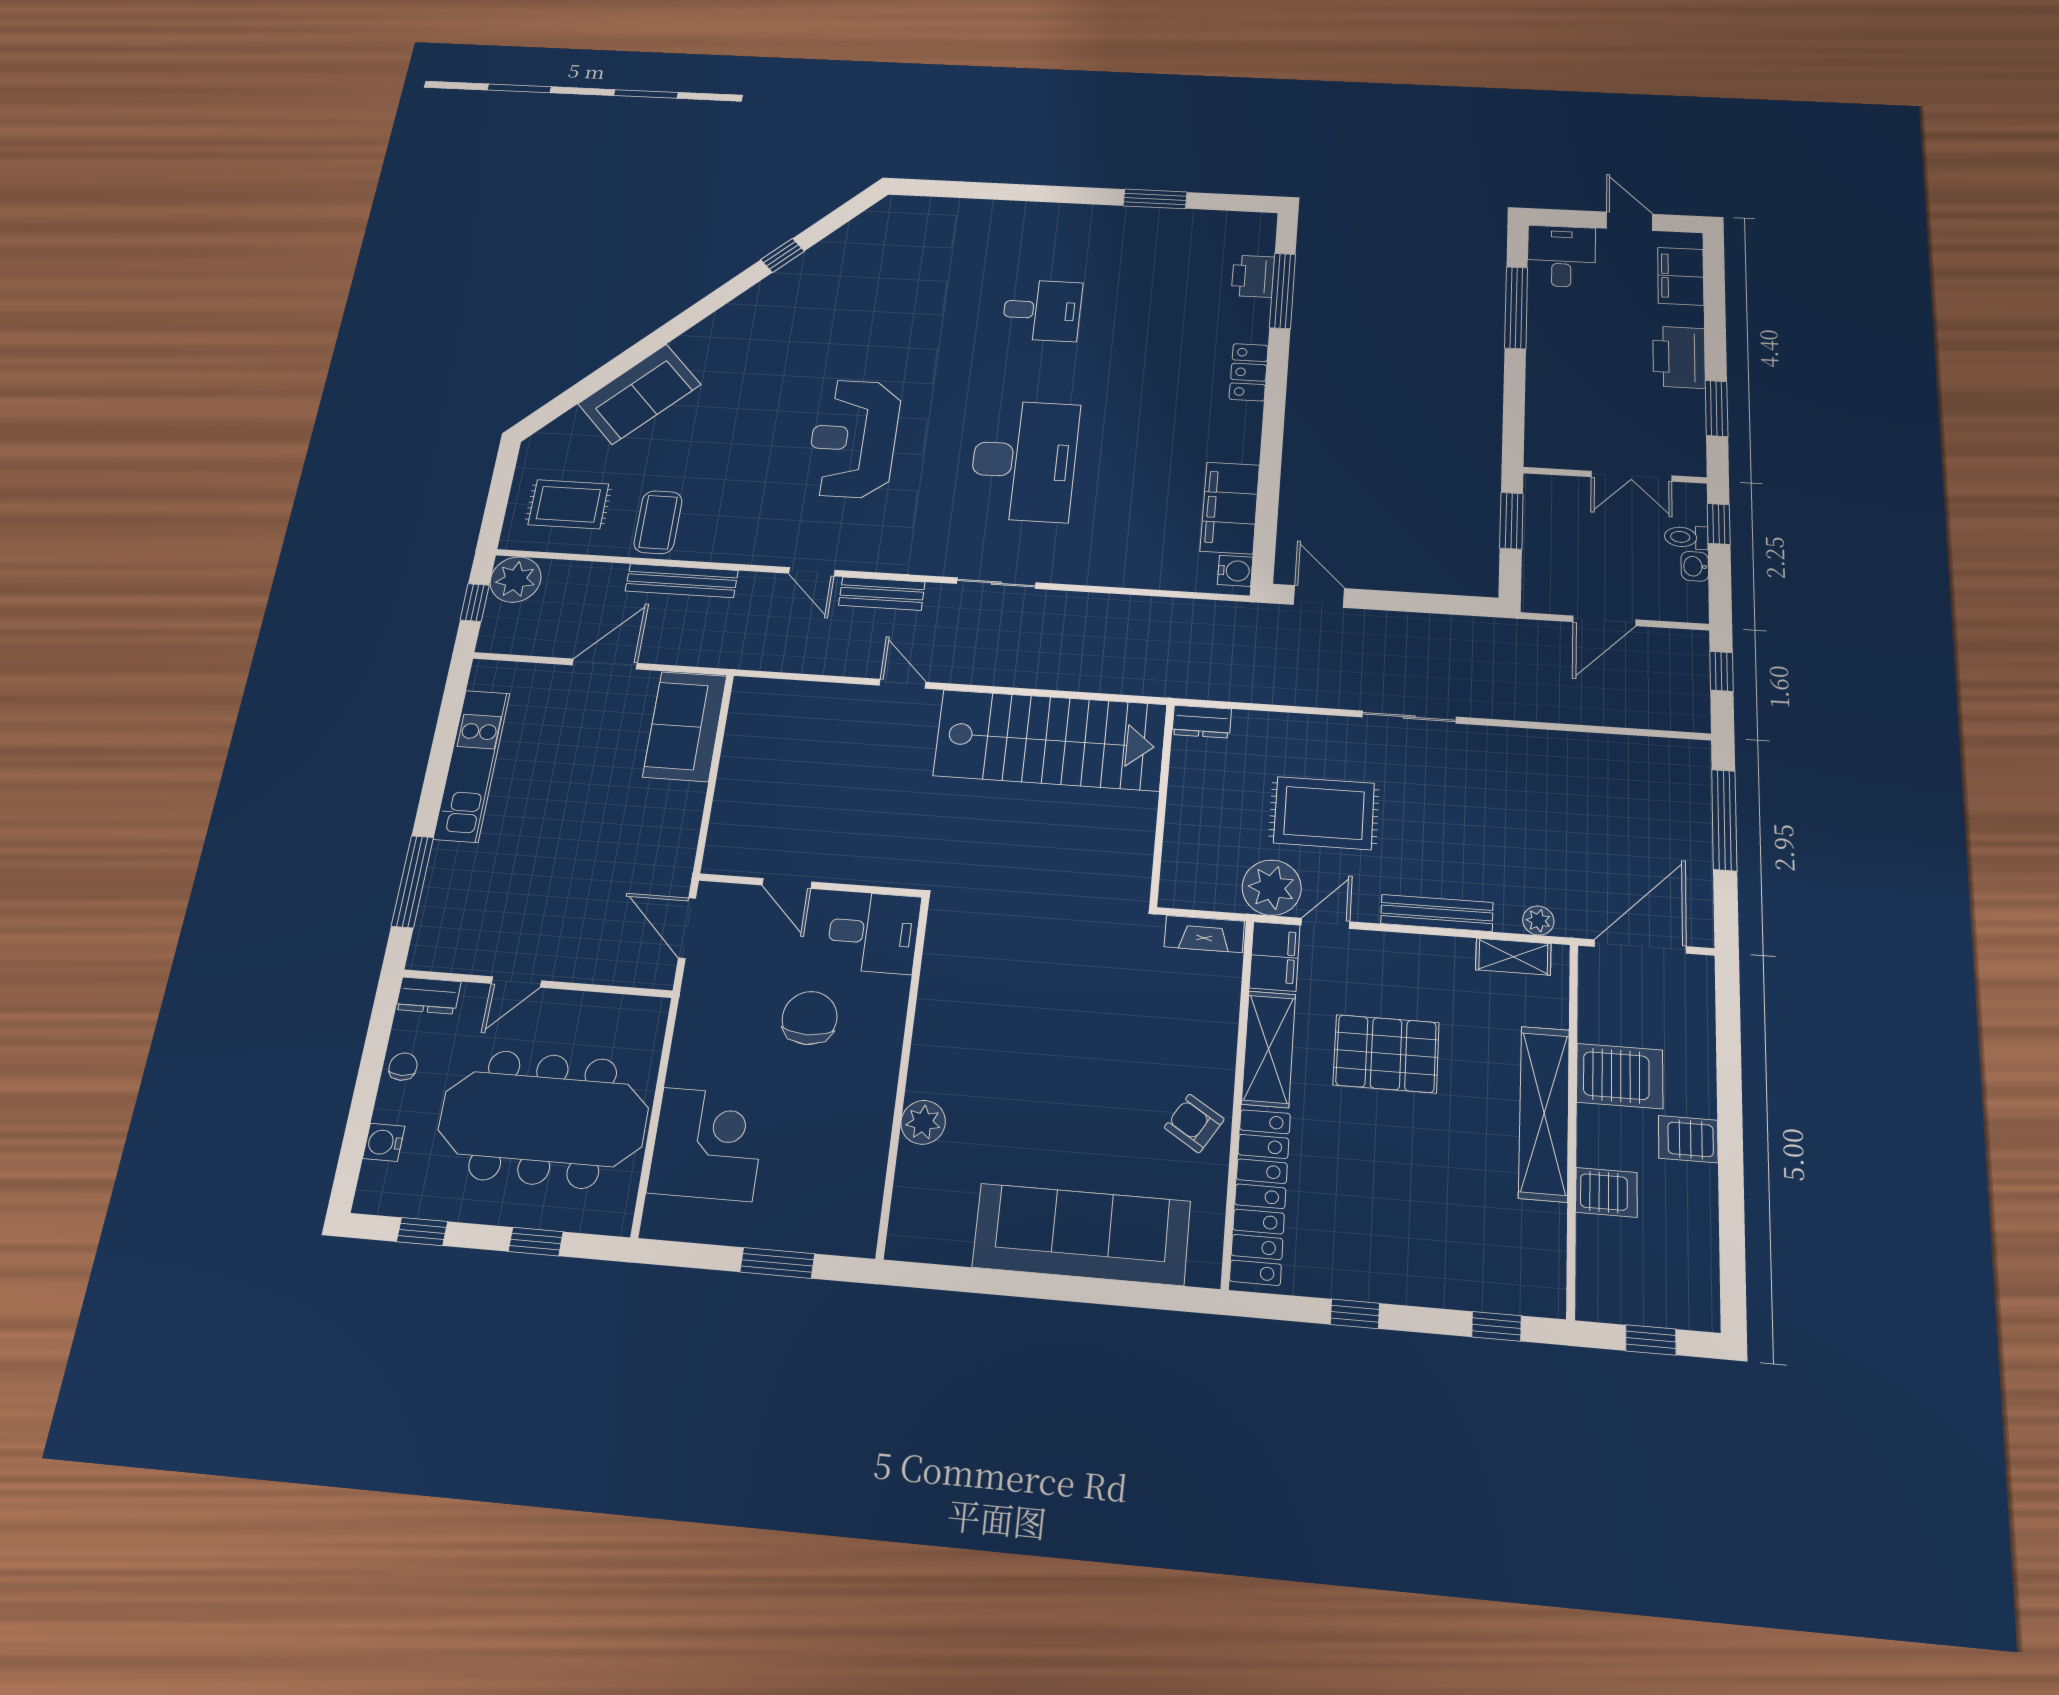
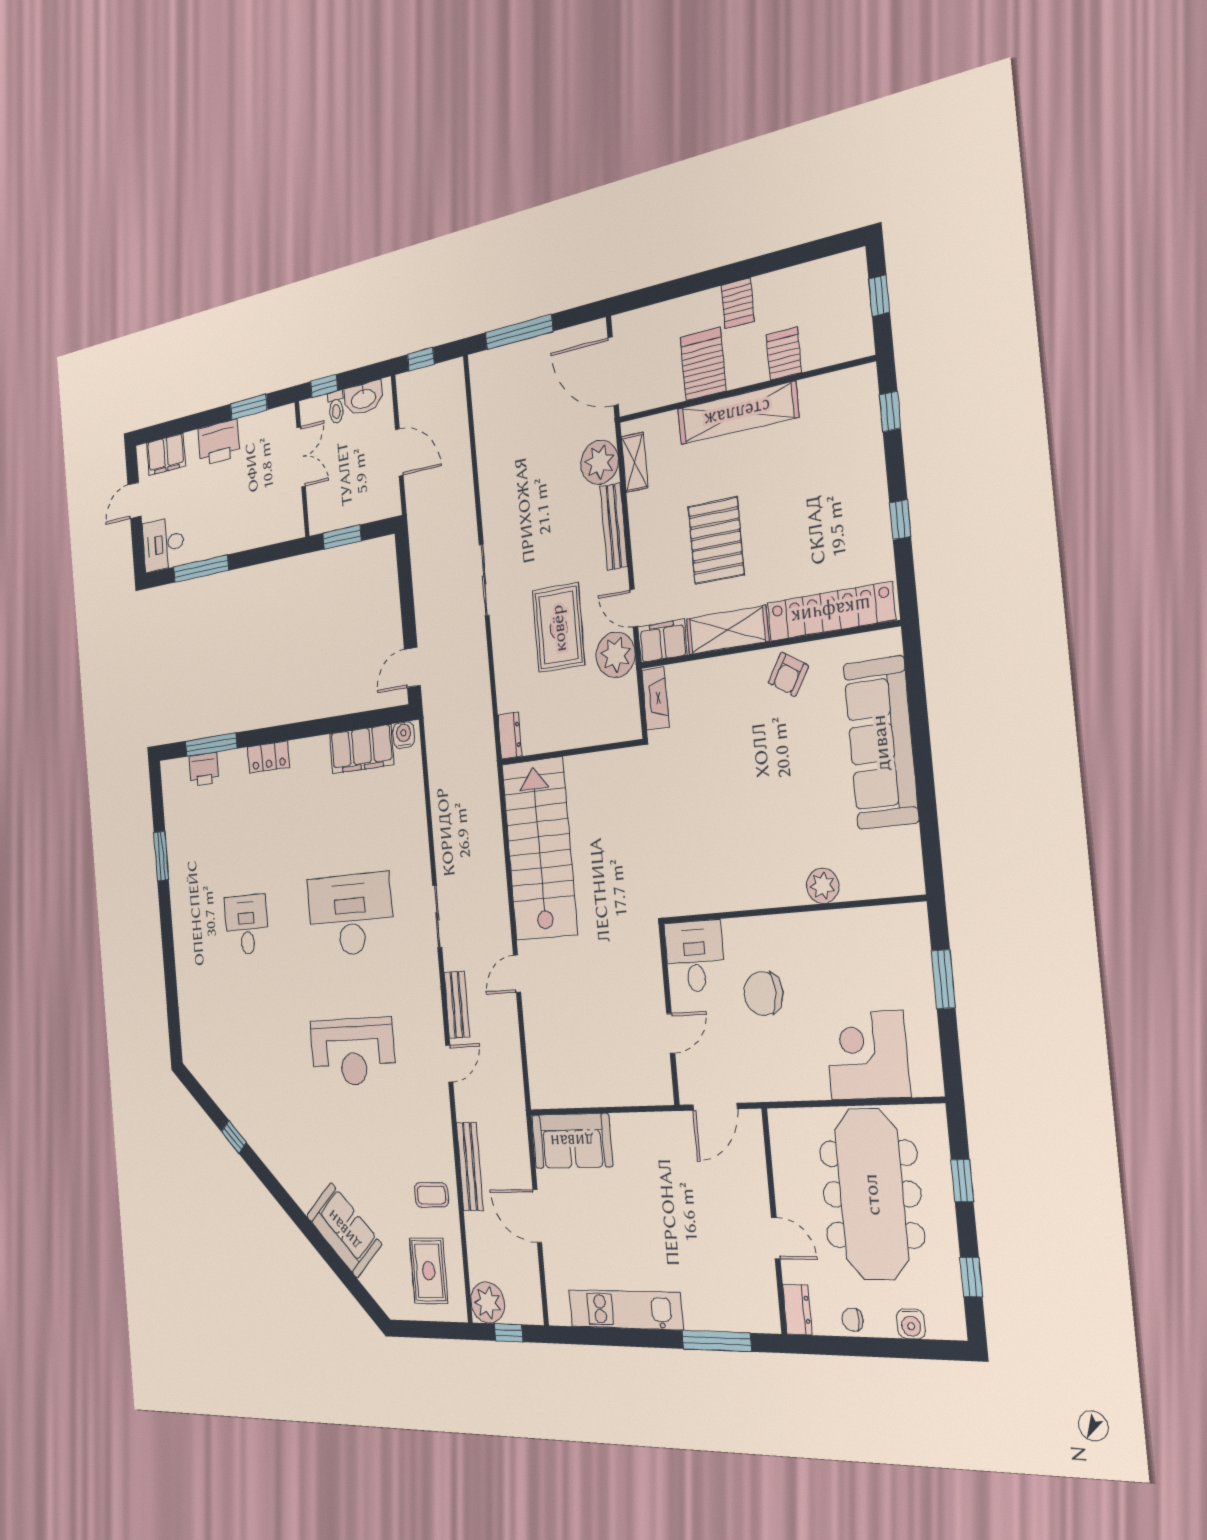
coffee table: (658, 522) -> (431, 1195), width x0.73, depth x0.77
washbasin: (1695, 566) -> (363, 398), width x1.91, depth x1.45
plant: (1538, 921) -> (599, 462), width x1.87, depth x1.87

